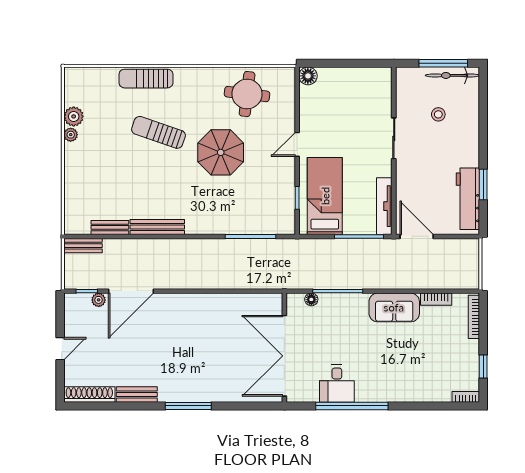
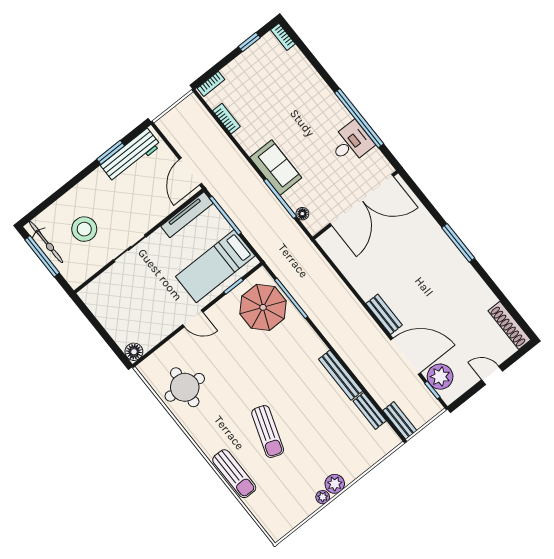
stool: (438, 114) -> (84, 229), width x1.89, depth x1.89
plant: (74, 116) -> (335, 484), moved
parasol: (221, 152) -> (263, 307), moved
plant: (99, 300) -> (440, 377), width x1.88, depth x1.88
sofa: (394, 307) -> (276, 168), moved
bookcase: (474, 317) -> (211, 84), width x0.64
bench: (137, 395) -> (384, 314), moved

